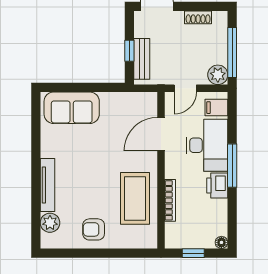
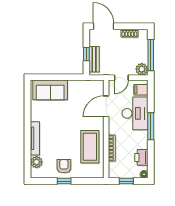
printer: (217, 185) -> (141, 157), moved
armchair: (94, 229) -> (64, 166), turned 90
window: (94, 253) -> (64, 181), added

